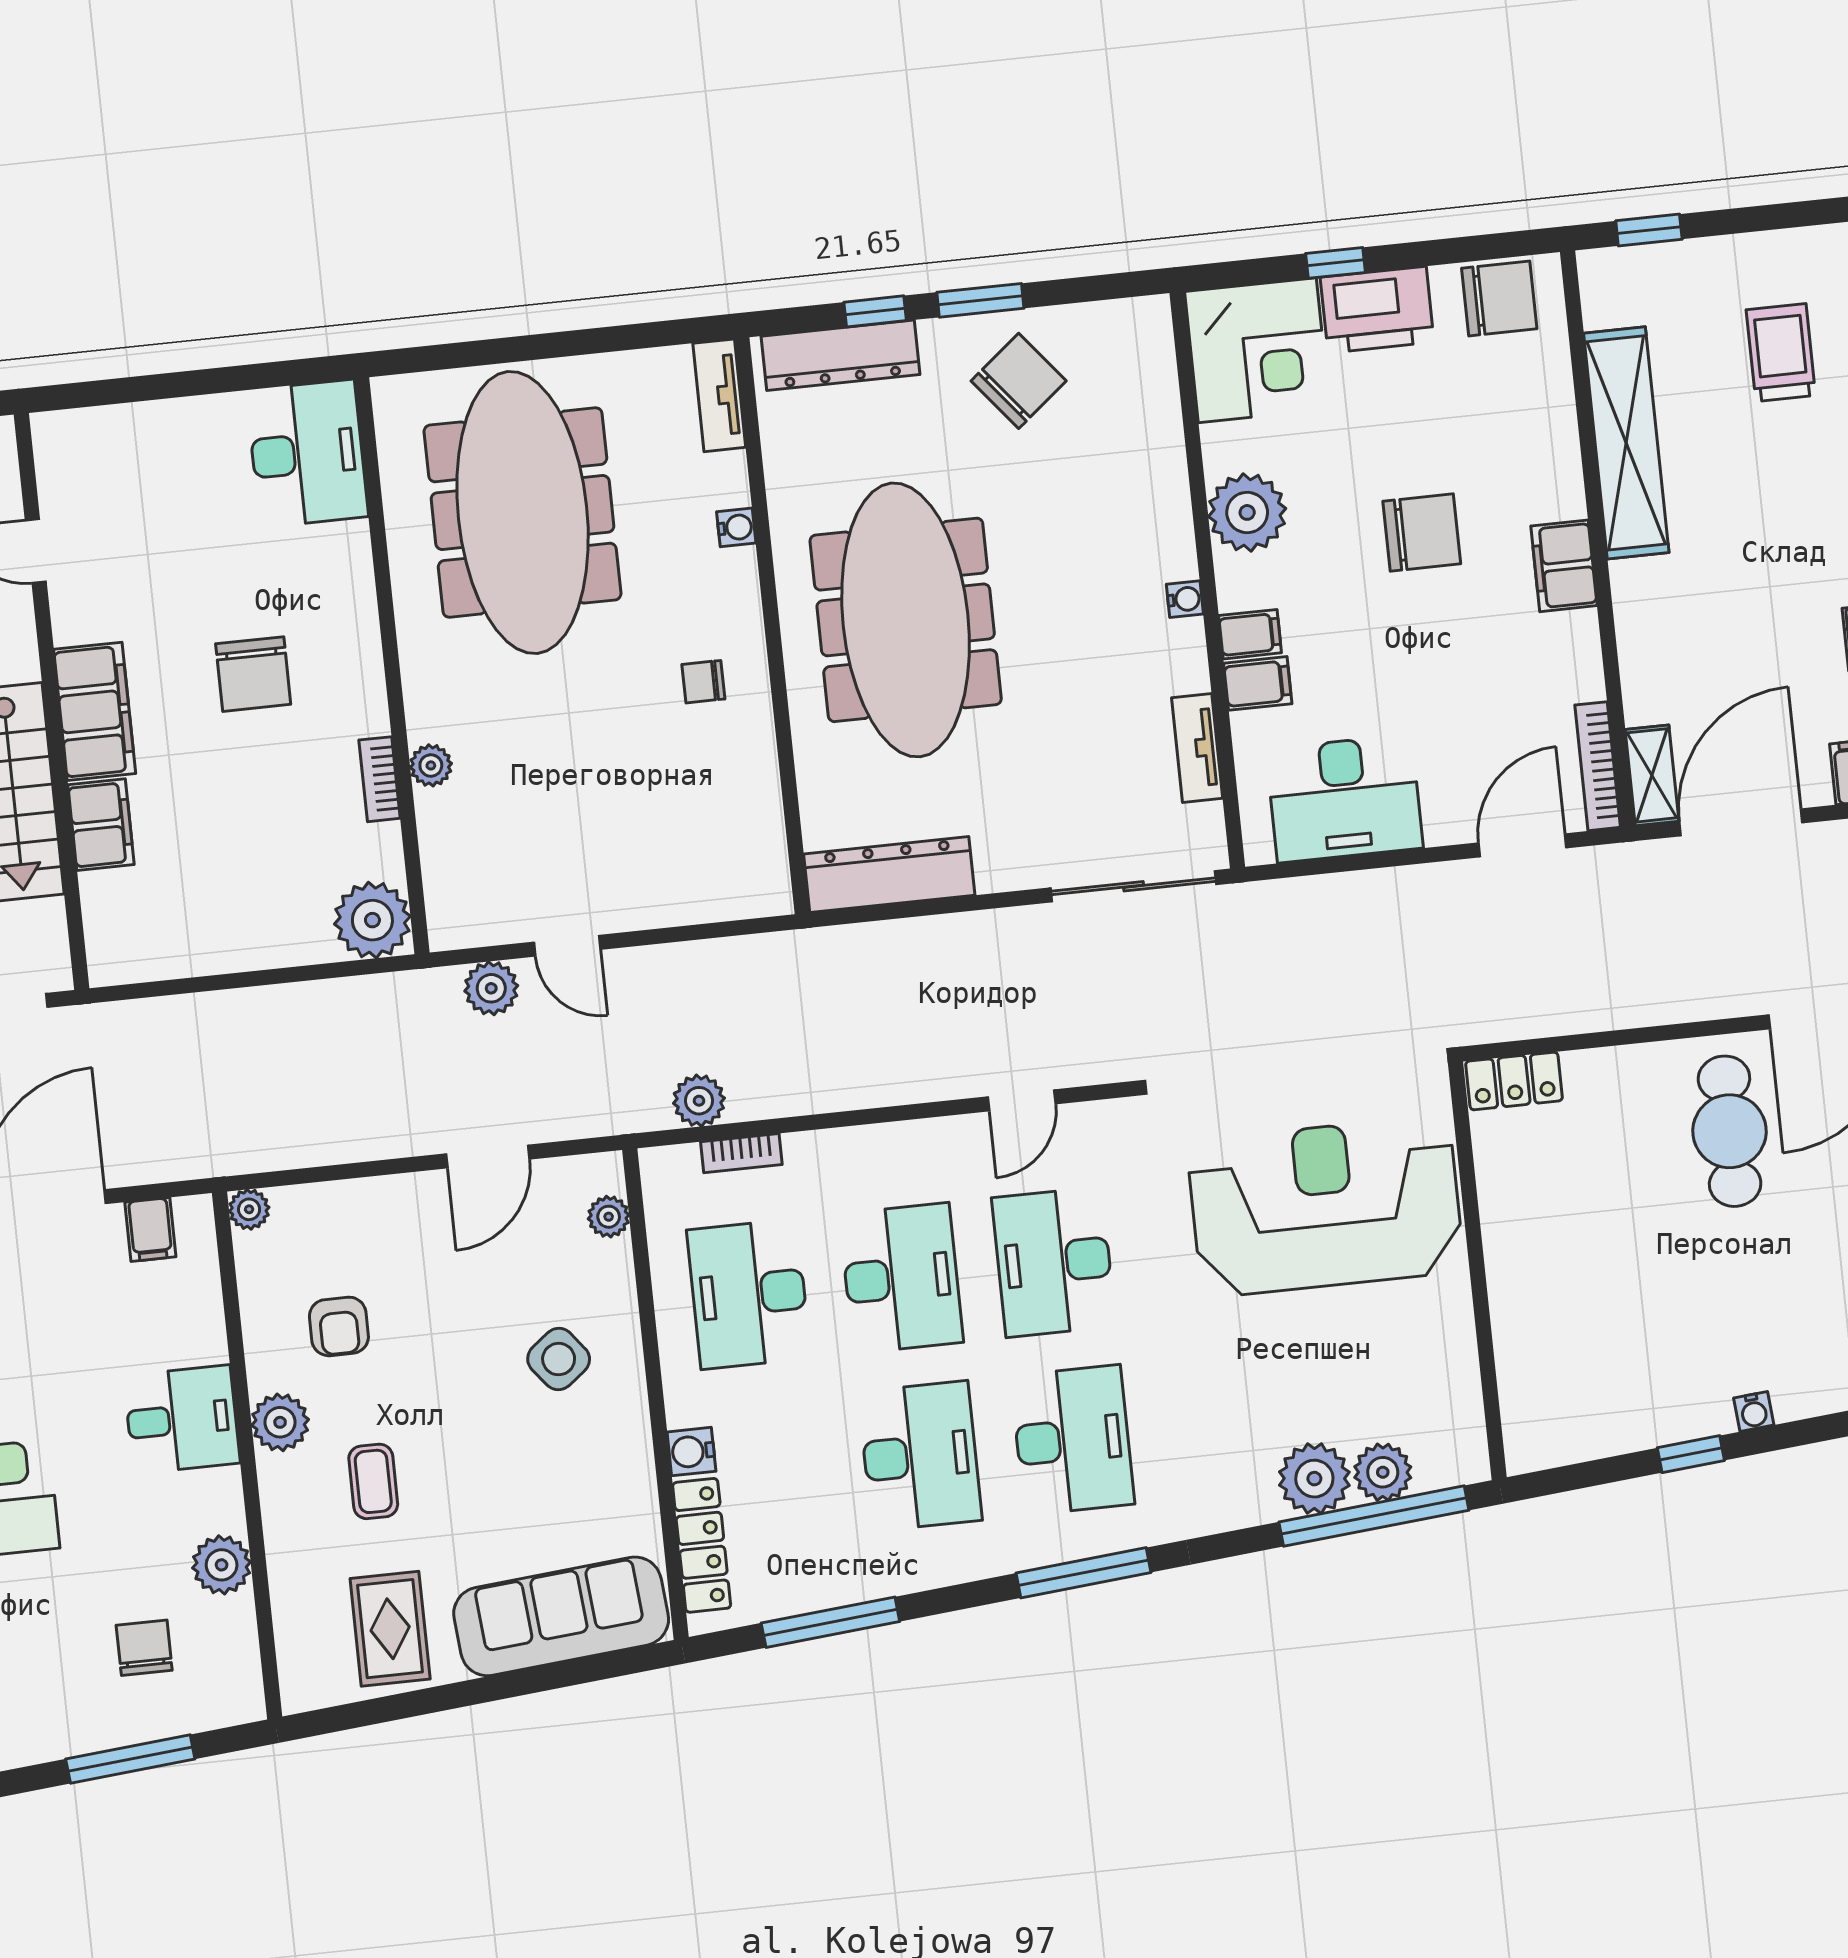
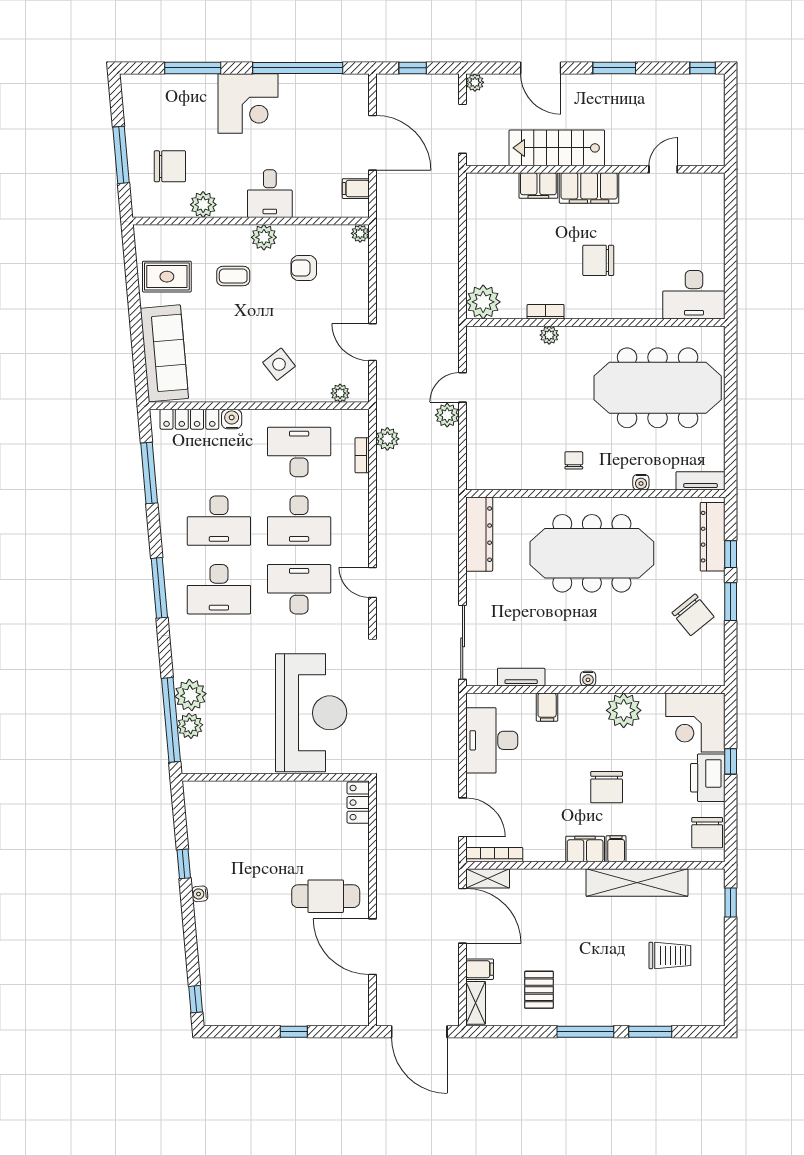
filing cabinet: (1250, 634) -> (616, 849), moved, turned 180
plant: (491, 988) -> (447, 415), moved
chair: (144, 1648) -> (170, 166), width x1.37, depth x1.37

